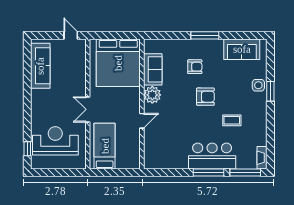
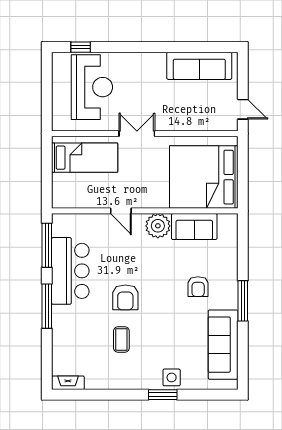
door: (71, 35) -> (243, 109), hinge flipped
sofa: (242, 49) -> (223, 345), width x1.36
armchair: (205, 97) -> (125, 297), moved
bar counter: (212, 156) -> (70, 271), moved
window: (245, 173) -> (47, 245), moved

